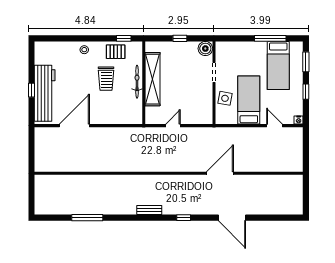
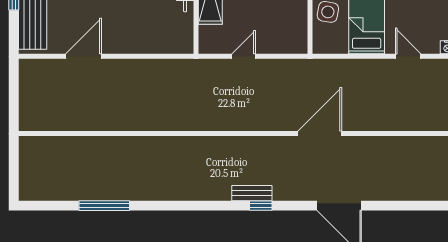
door: (74, 126) -> (84, 56), width x0.73
bench: (149, 210) -> (252, 193), moved

